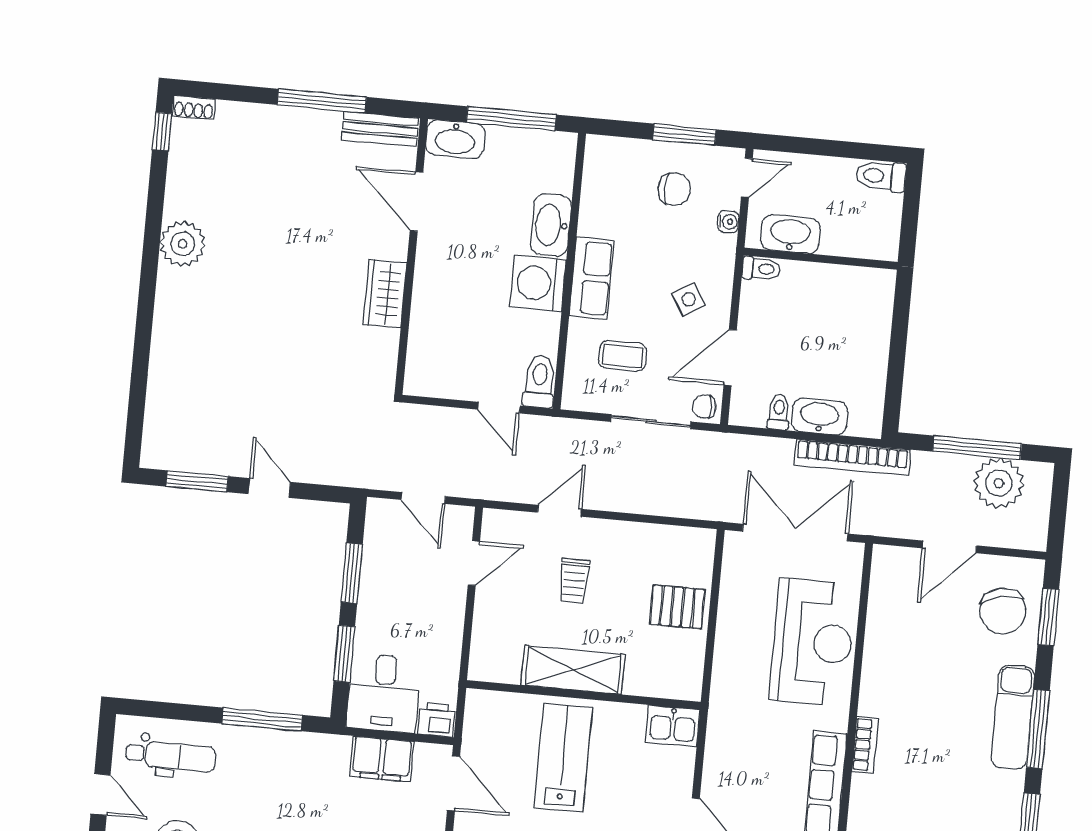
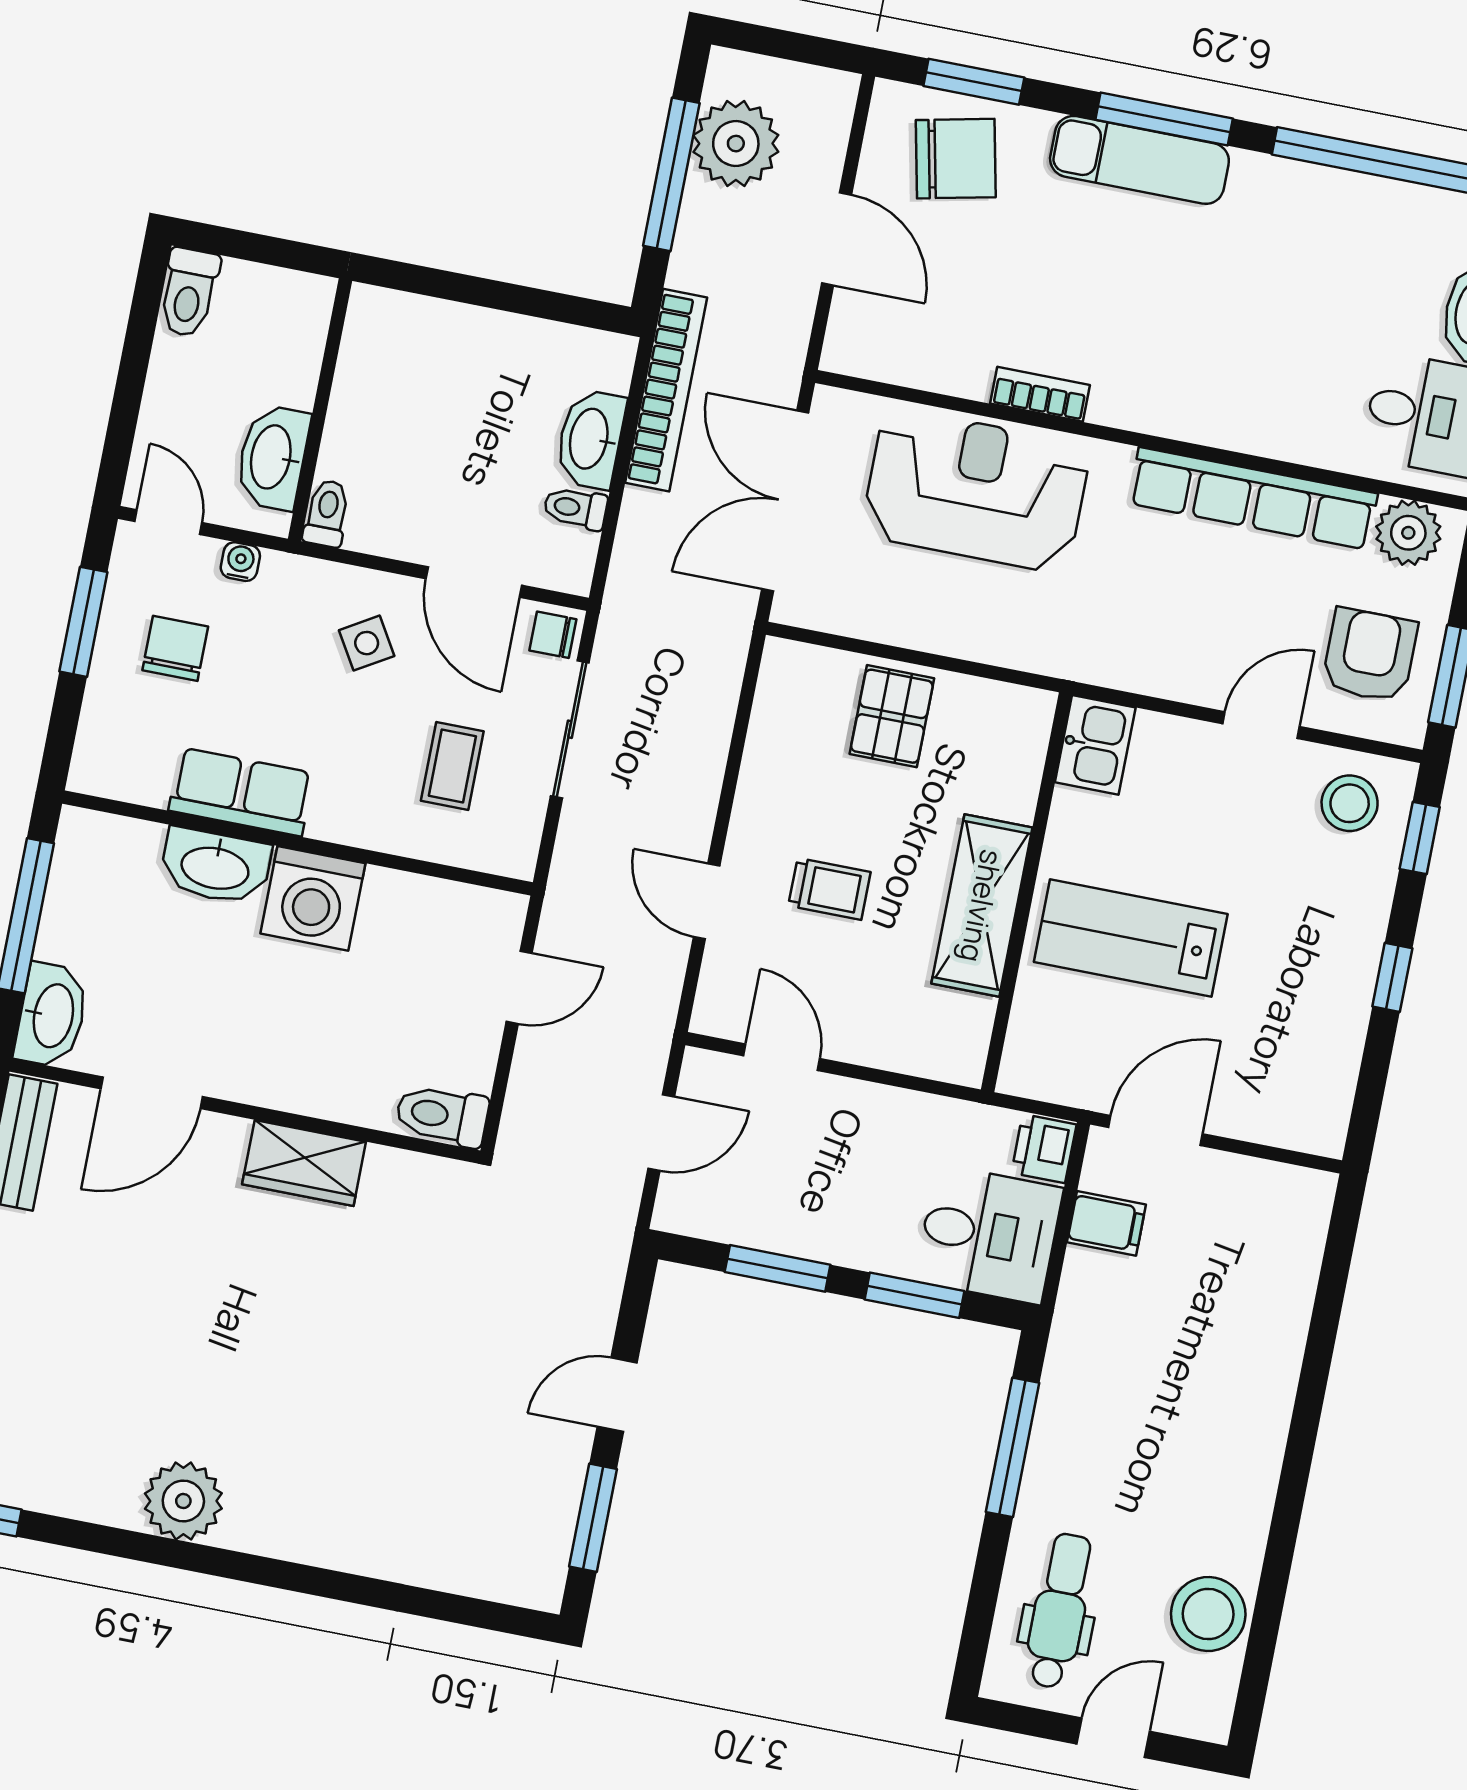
row of seats: (591, 278) -> (241, 792), moved
toilet: (539, 382) -> (442, 1115), moved
chair: (704, 406) -> (553, 635), turned 90
bookcase: (865, 745) -> (1040, 394), moved
filing cabinet: (382, 759) -> (1106, 1223), width x0.50

